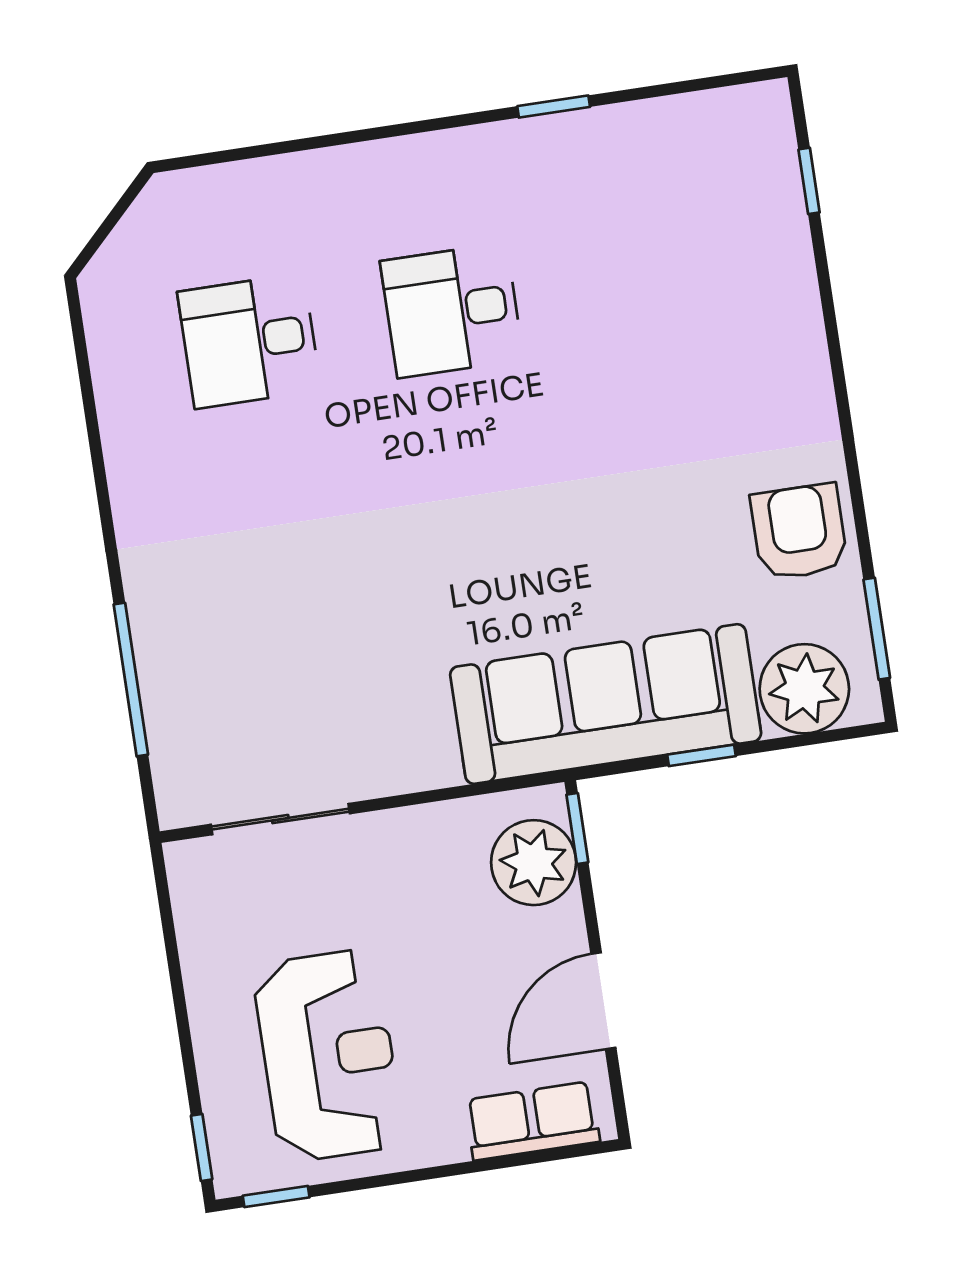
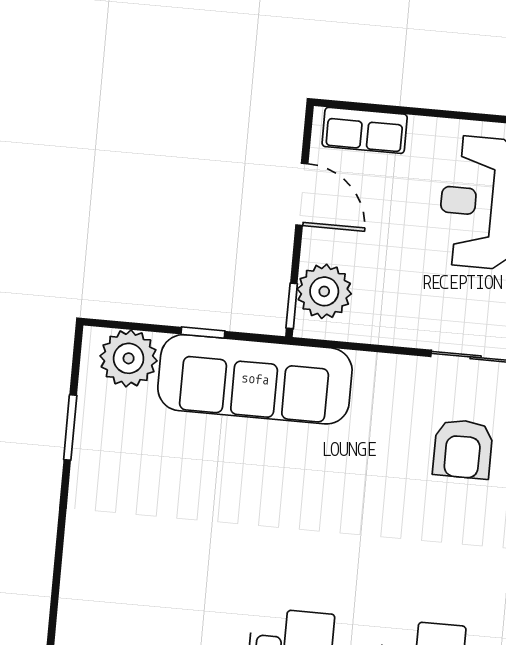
armchair: (799, 532) -> (463, 449), moved
window: (877, 629) -> (70, 427), moved
door: (603, 1001) -> (302, 194), hinge flipped

